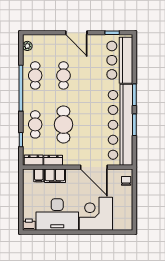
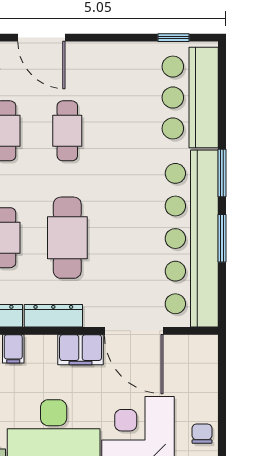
door: (76, 33) -> (41, 38), moved
dresser: (53, 160) -> (53, 316), width x1.44
filing cabinet: (55, 176) -> (81, 350), moved
chair: (126, 181) -> (202, 434), moved

